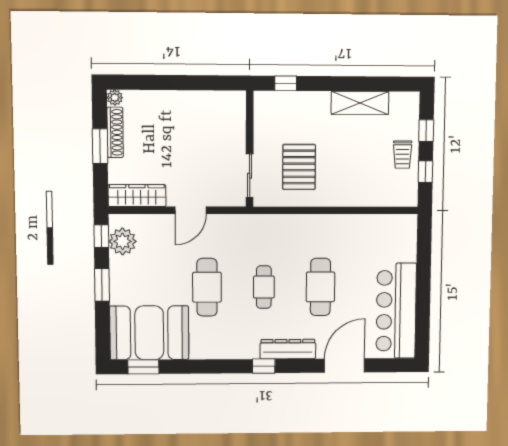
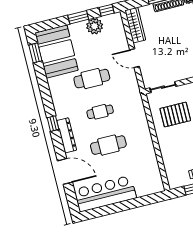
plant: (123, 241) -> (95, 26), moved

